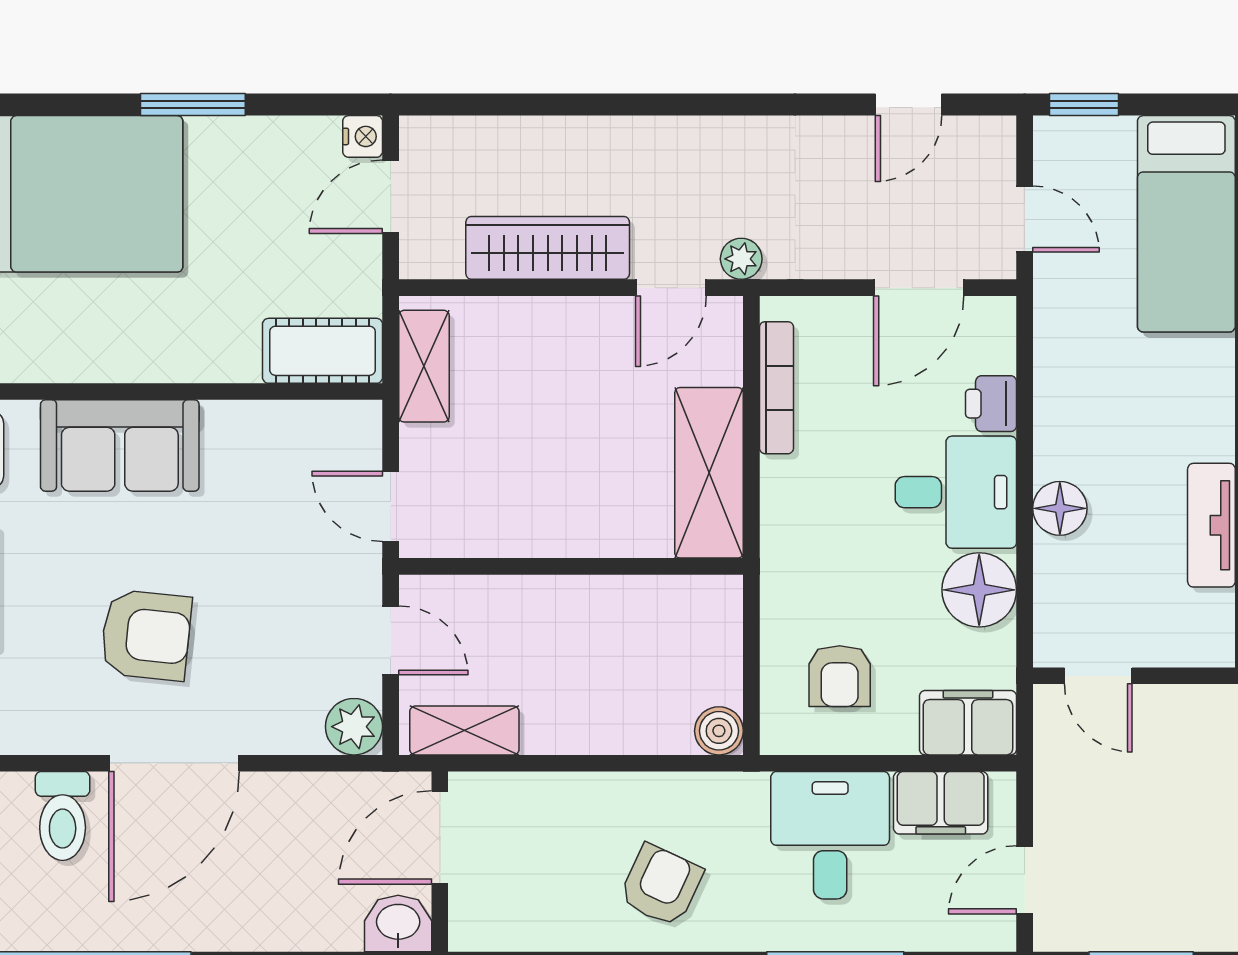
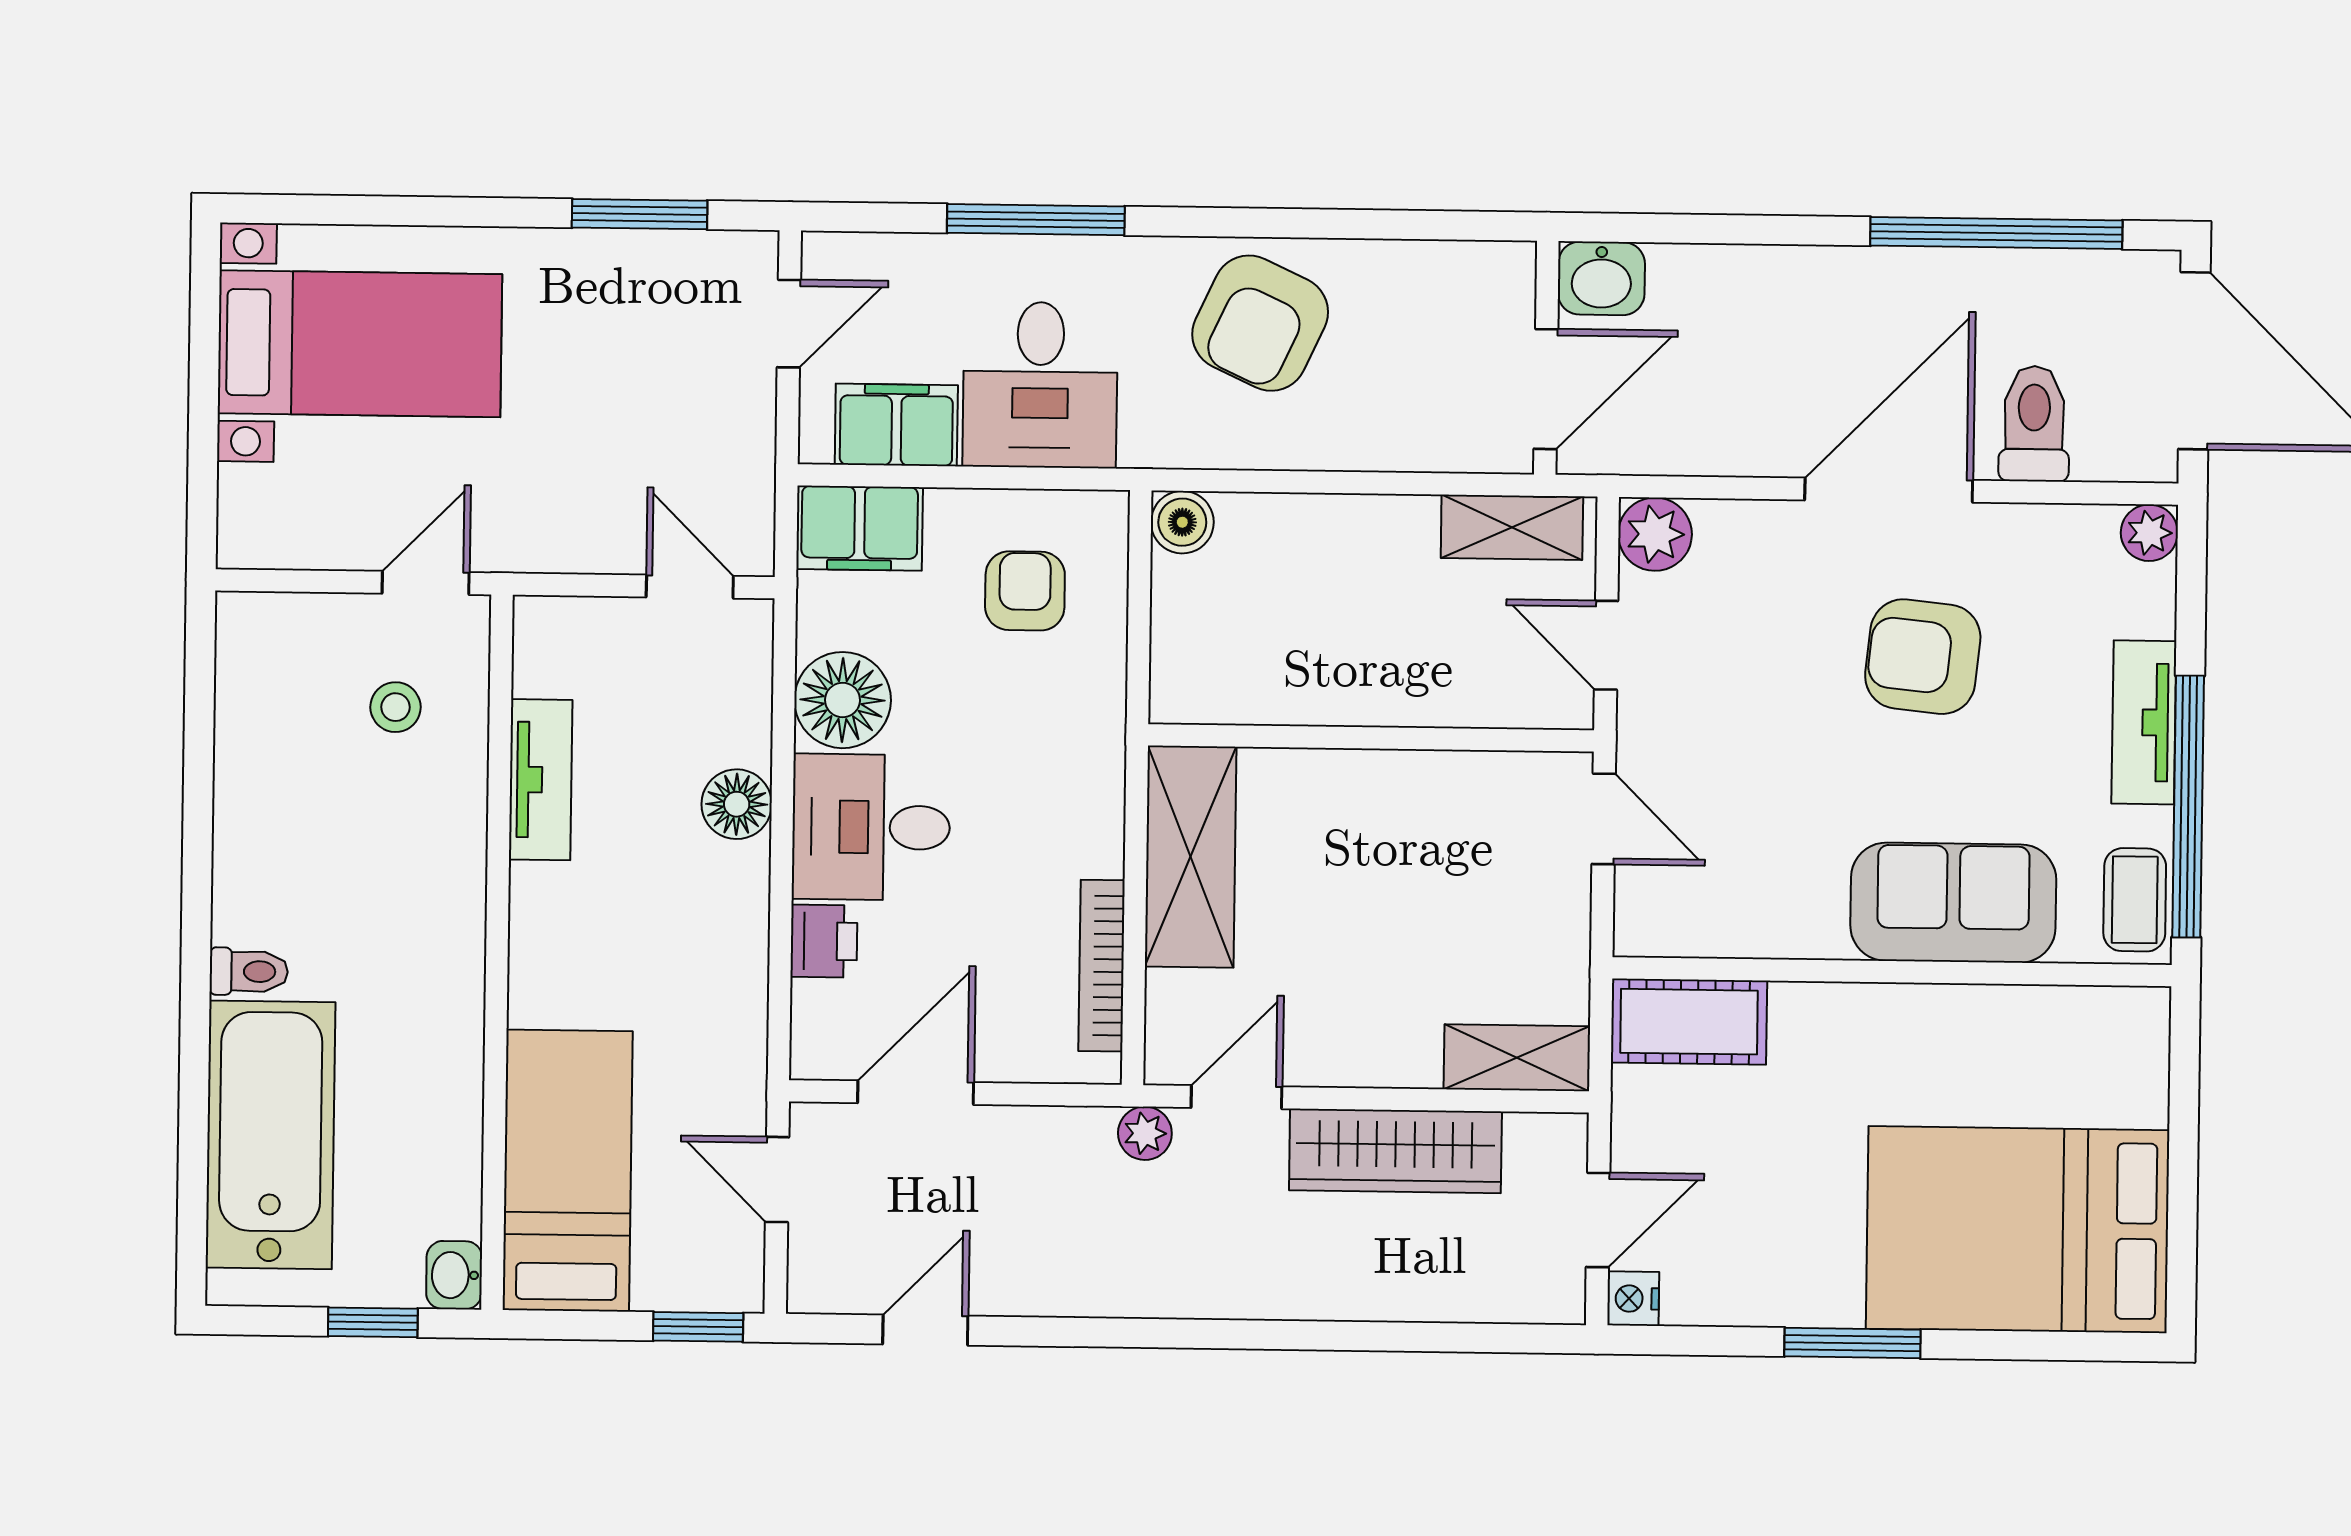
shelving: (424, 366) -> (1517, 1058), moved, turned 90
armchair: (661, 885) -> (1260, 323), width x1.38, depth x1.38

